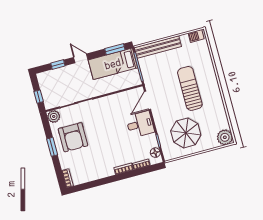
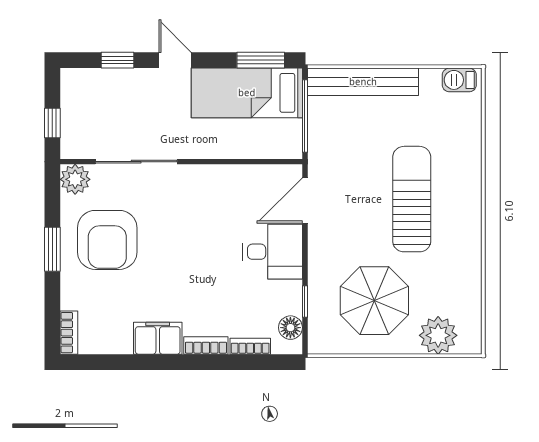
plant: (225, 137) -> (438, 335), moved
filing cabinet: (104, 171) -> (158, 338), added

